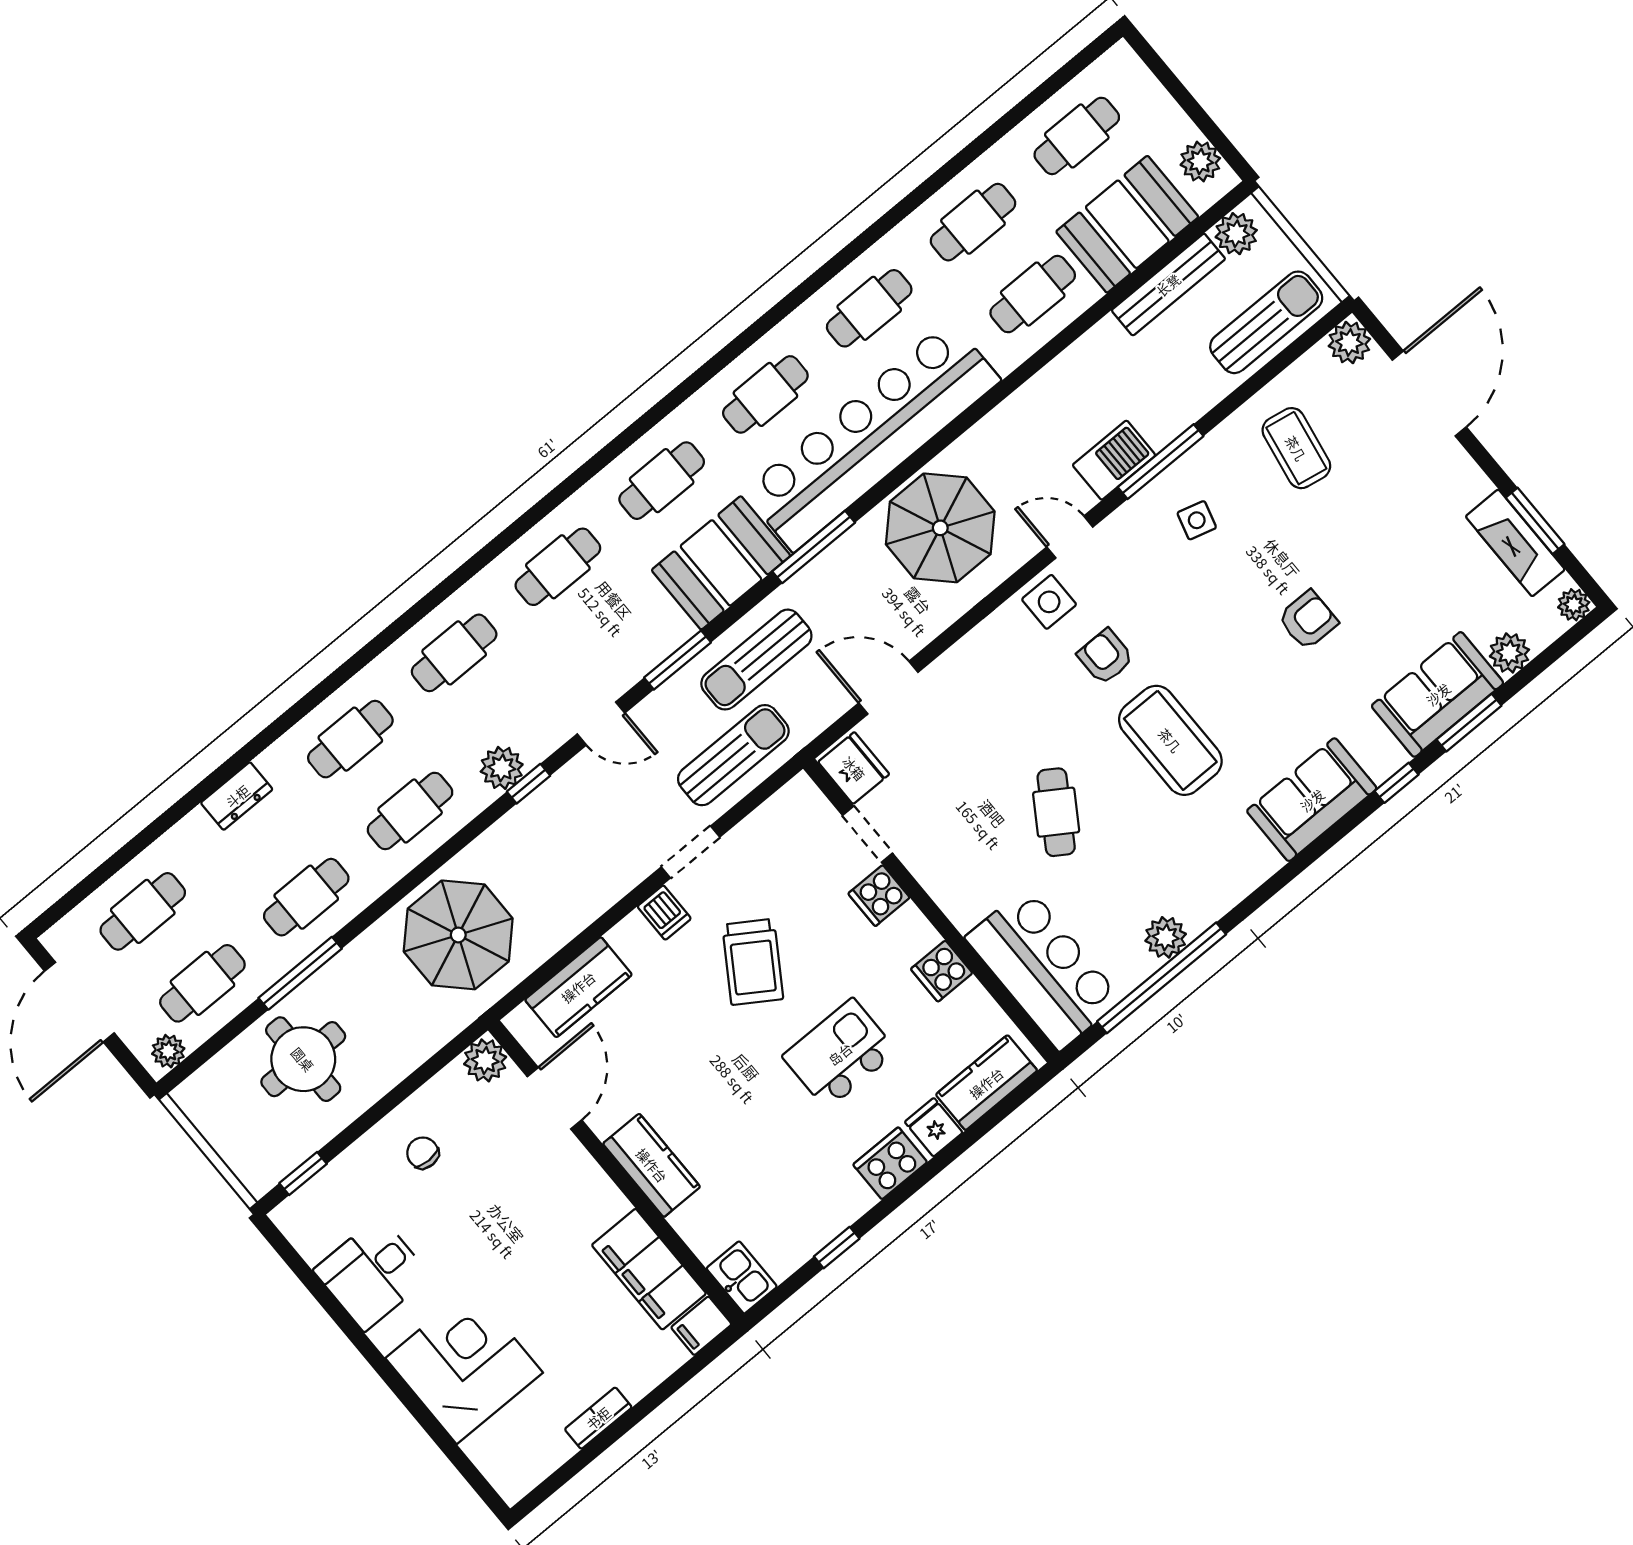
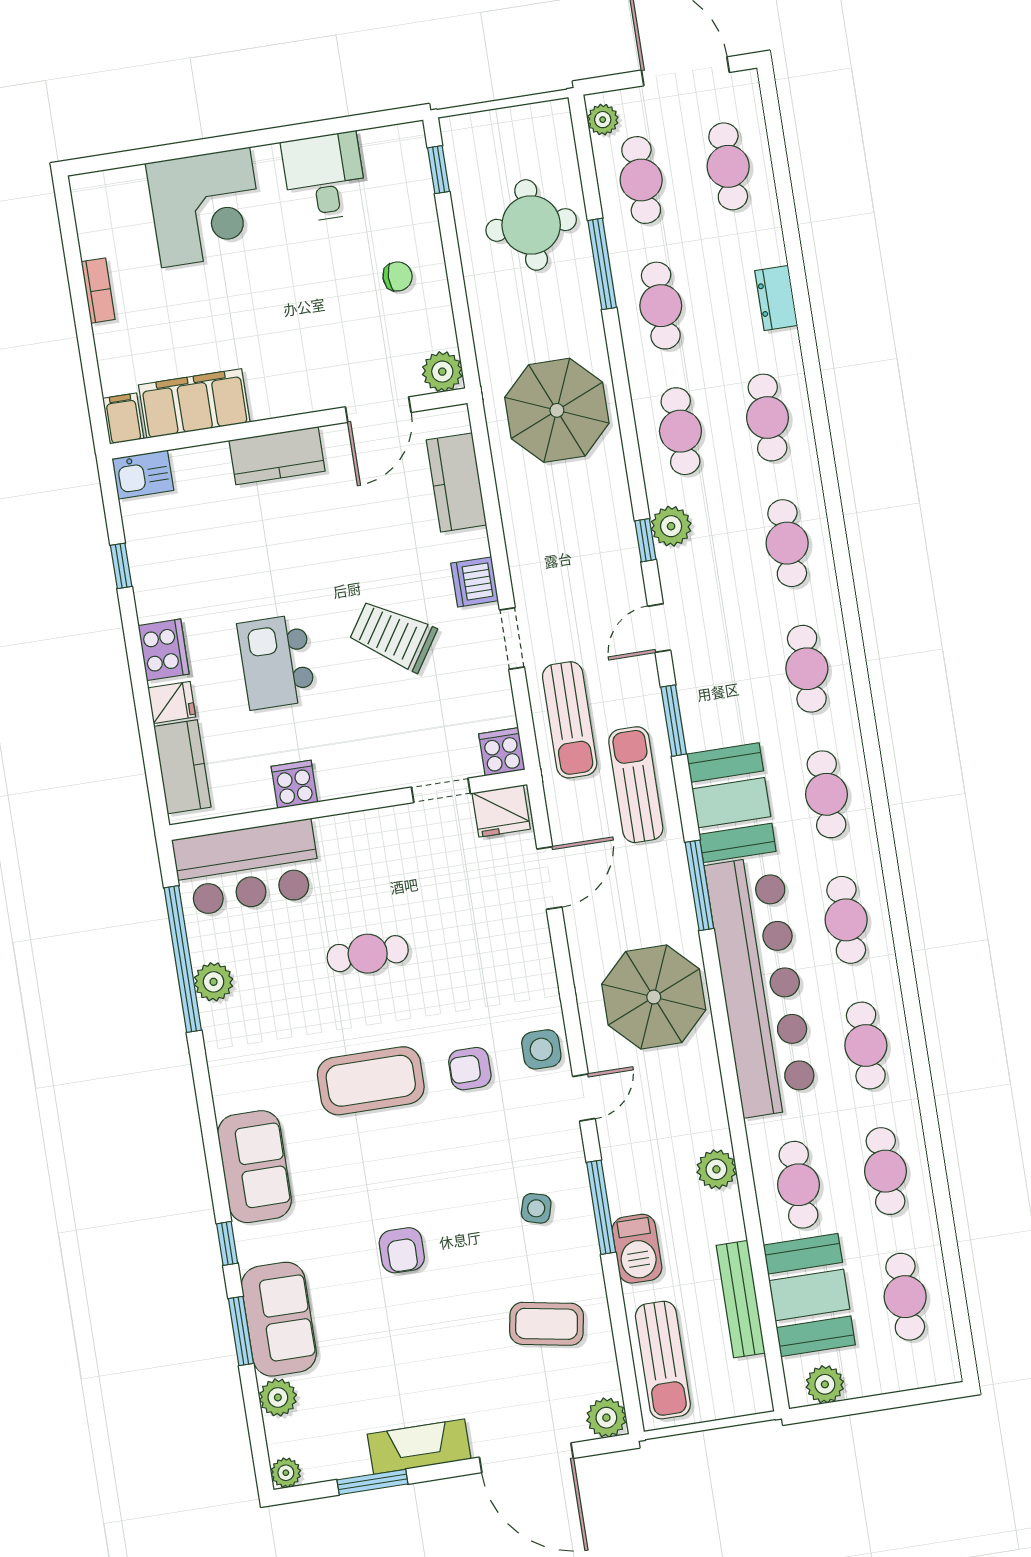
plant: (1236, 234) -> (716, 1169), moved
barbecue: (1114, 460) -> (637, 1249), moved
fireplace: (1515, 543) -> (419, 1447), moved
armchair: (1105, 657) -> (470, 1069), turned 180
cafe table: (1056, 812) -> (368, 954), turned -33
cooker: (879, 896) -> (502, 752), moved
dishwasher: (664, 913) -> (475, 582), width x1.38
kitchen island: (840, 1054) -> (276, 662), turned 180
door: (555, 1098) -> (378, 410), hinge flipped

